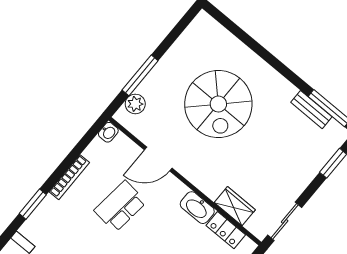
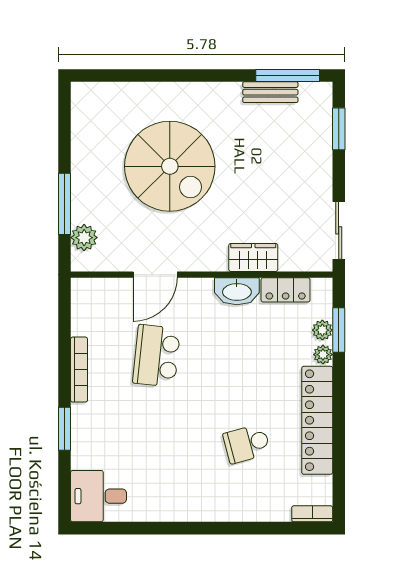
washbasin: (108, 132) -> (81, 290), removed
wardrobe: (235, 206) -> (253, 257), moved

